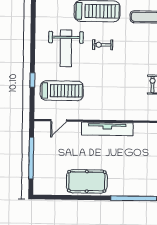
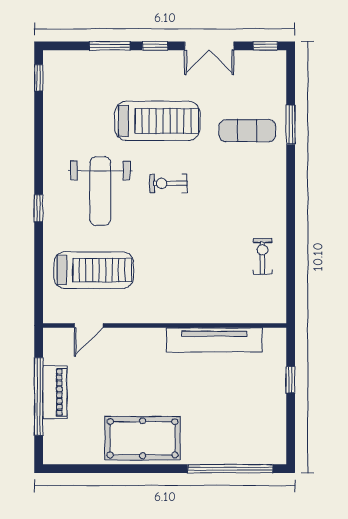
window: (32, 80) -> (39, 208), moved
tv unit: (107, 129) -> (214, 340), moved
piano: (40, 156) -> (55, 392), added

